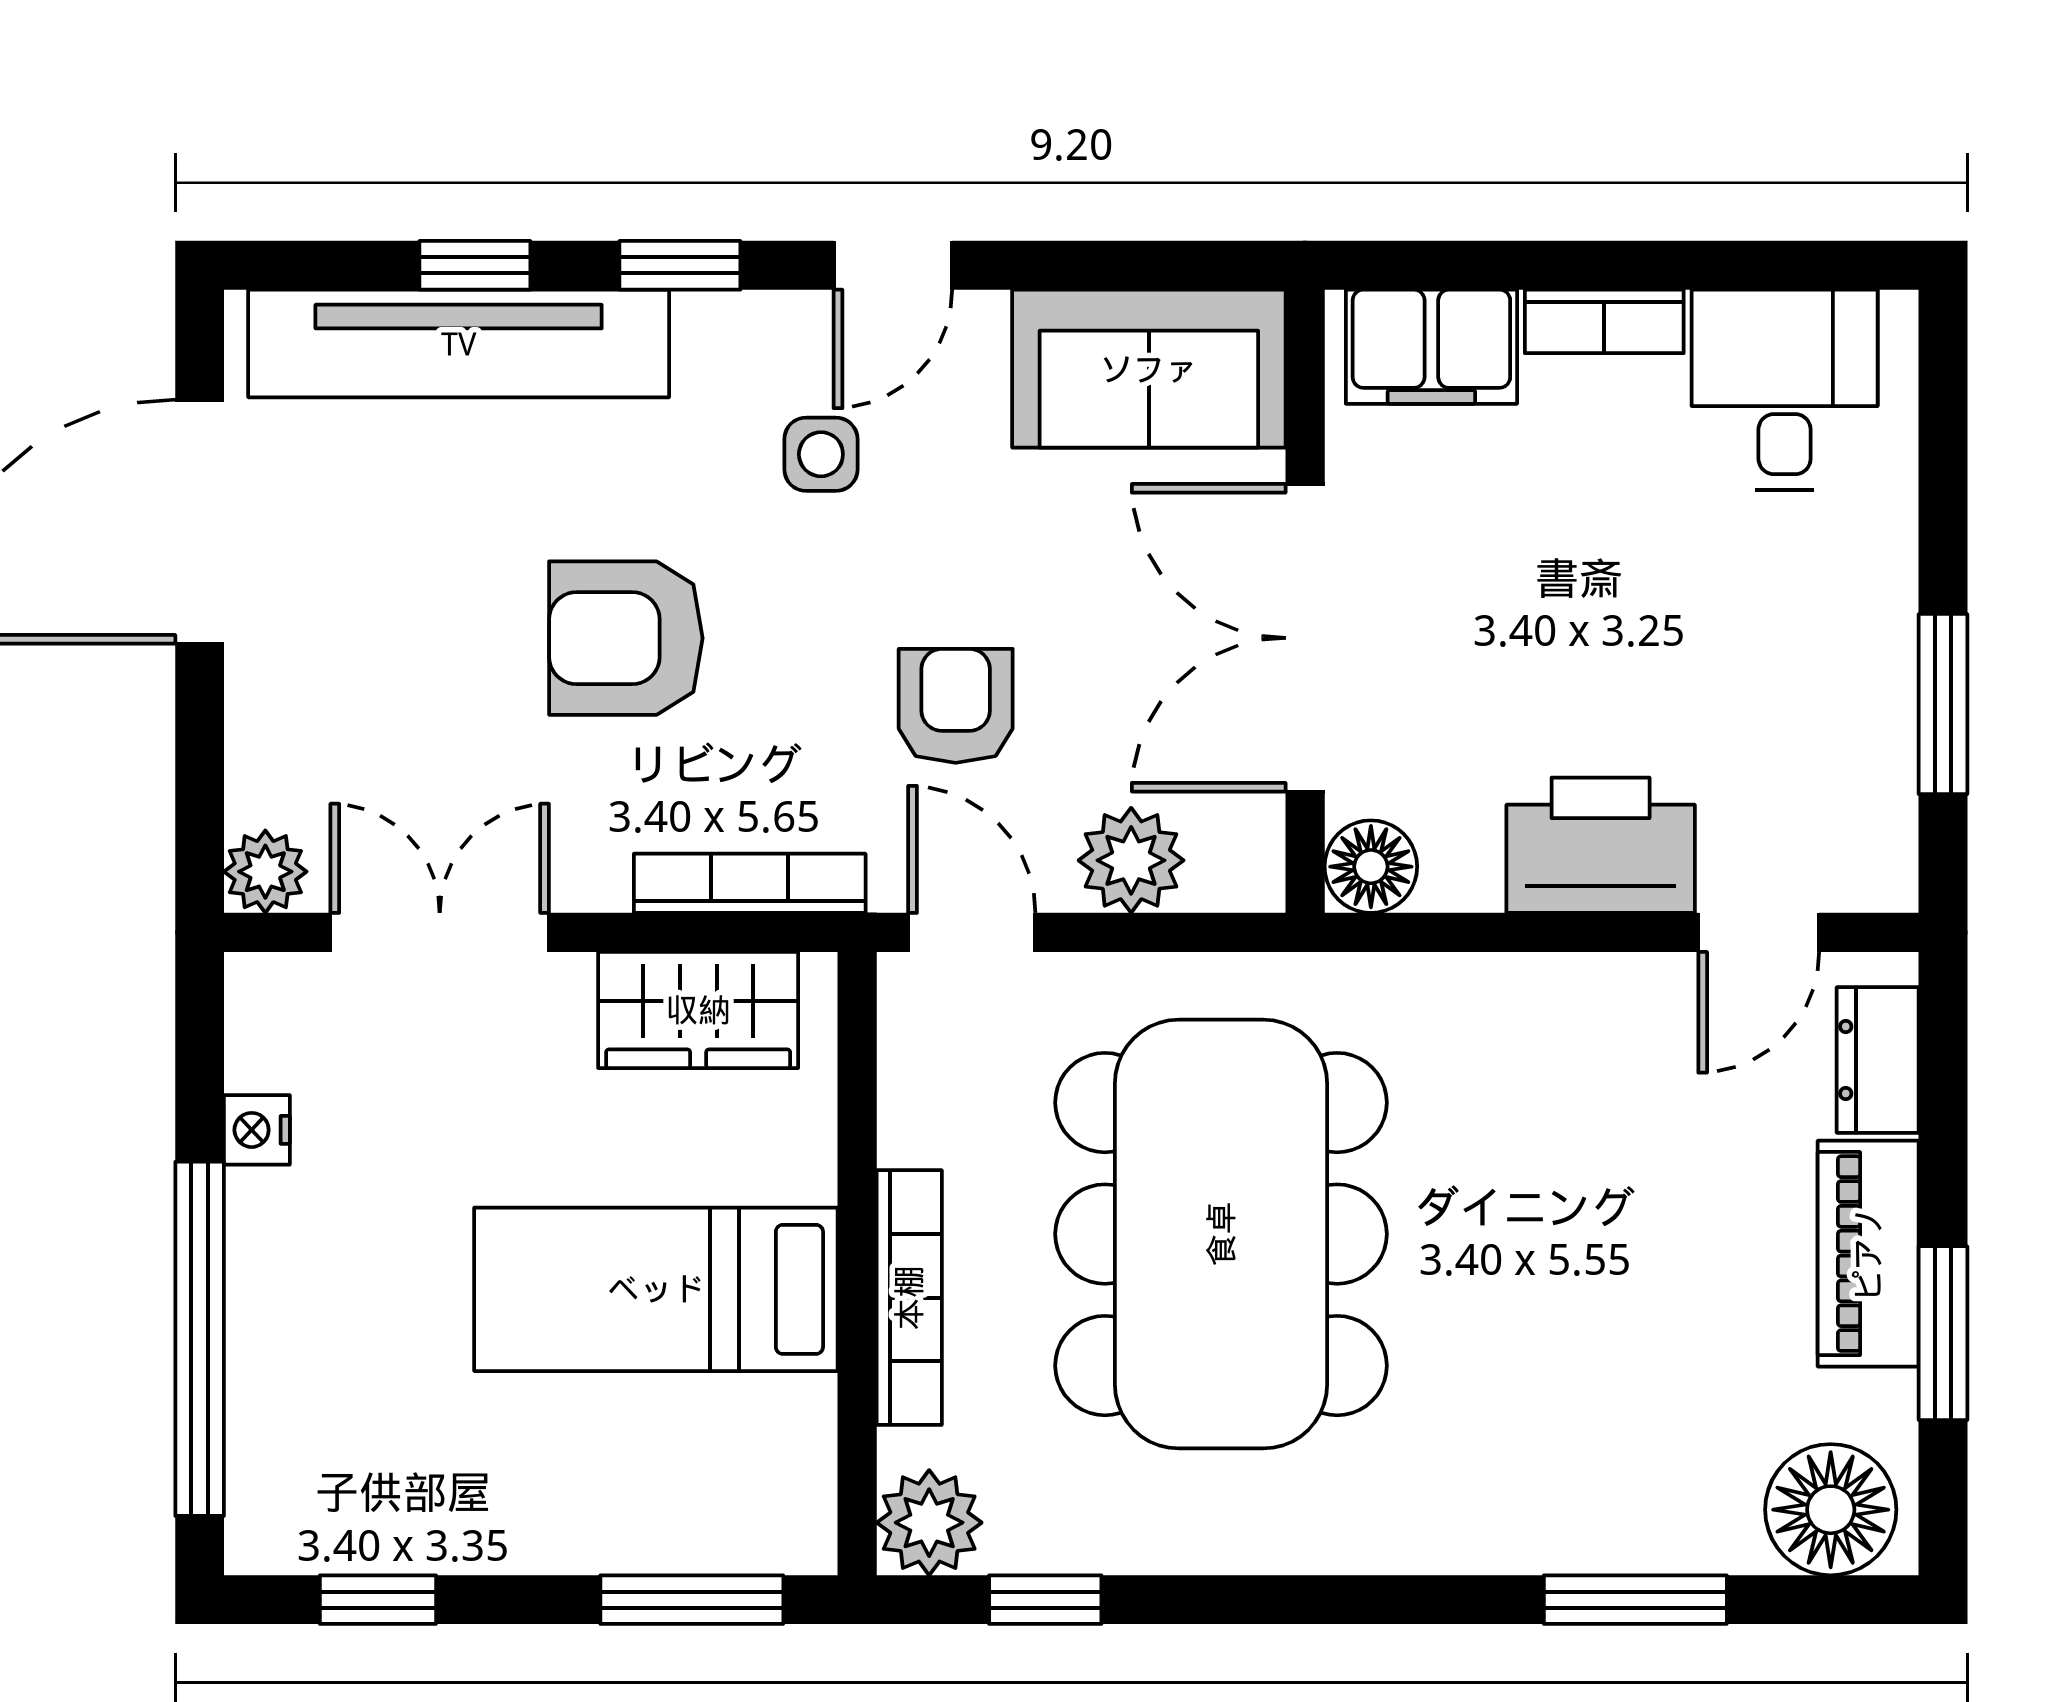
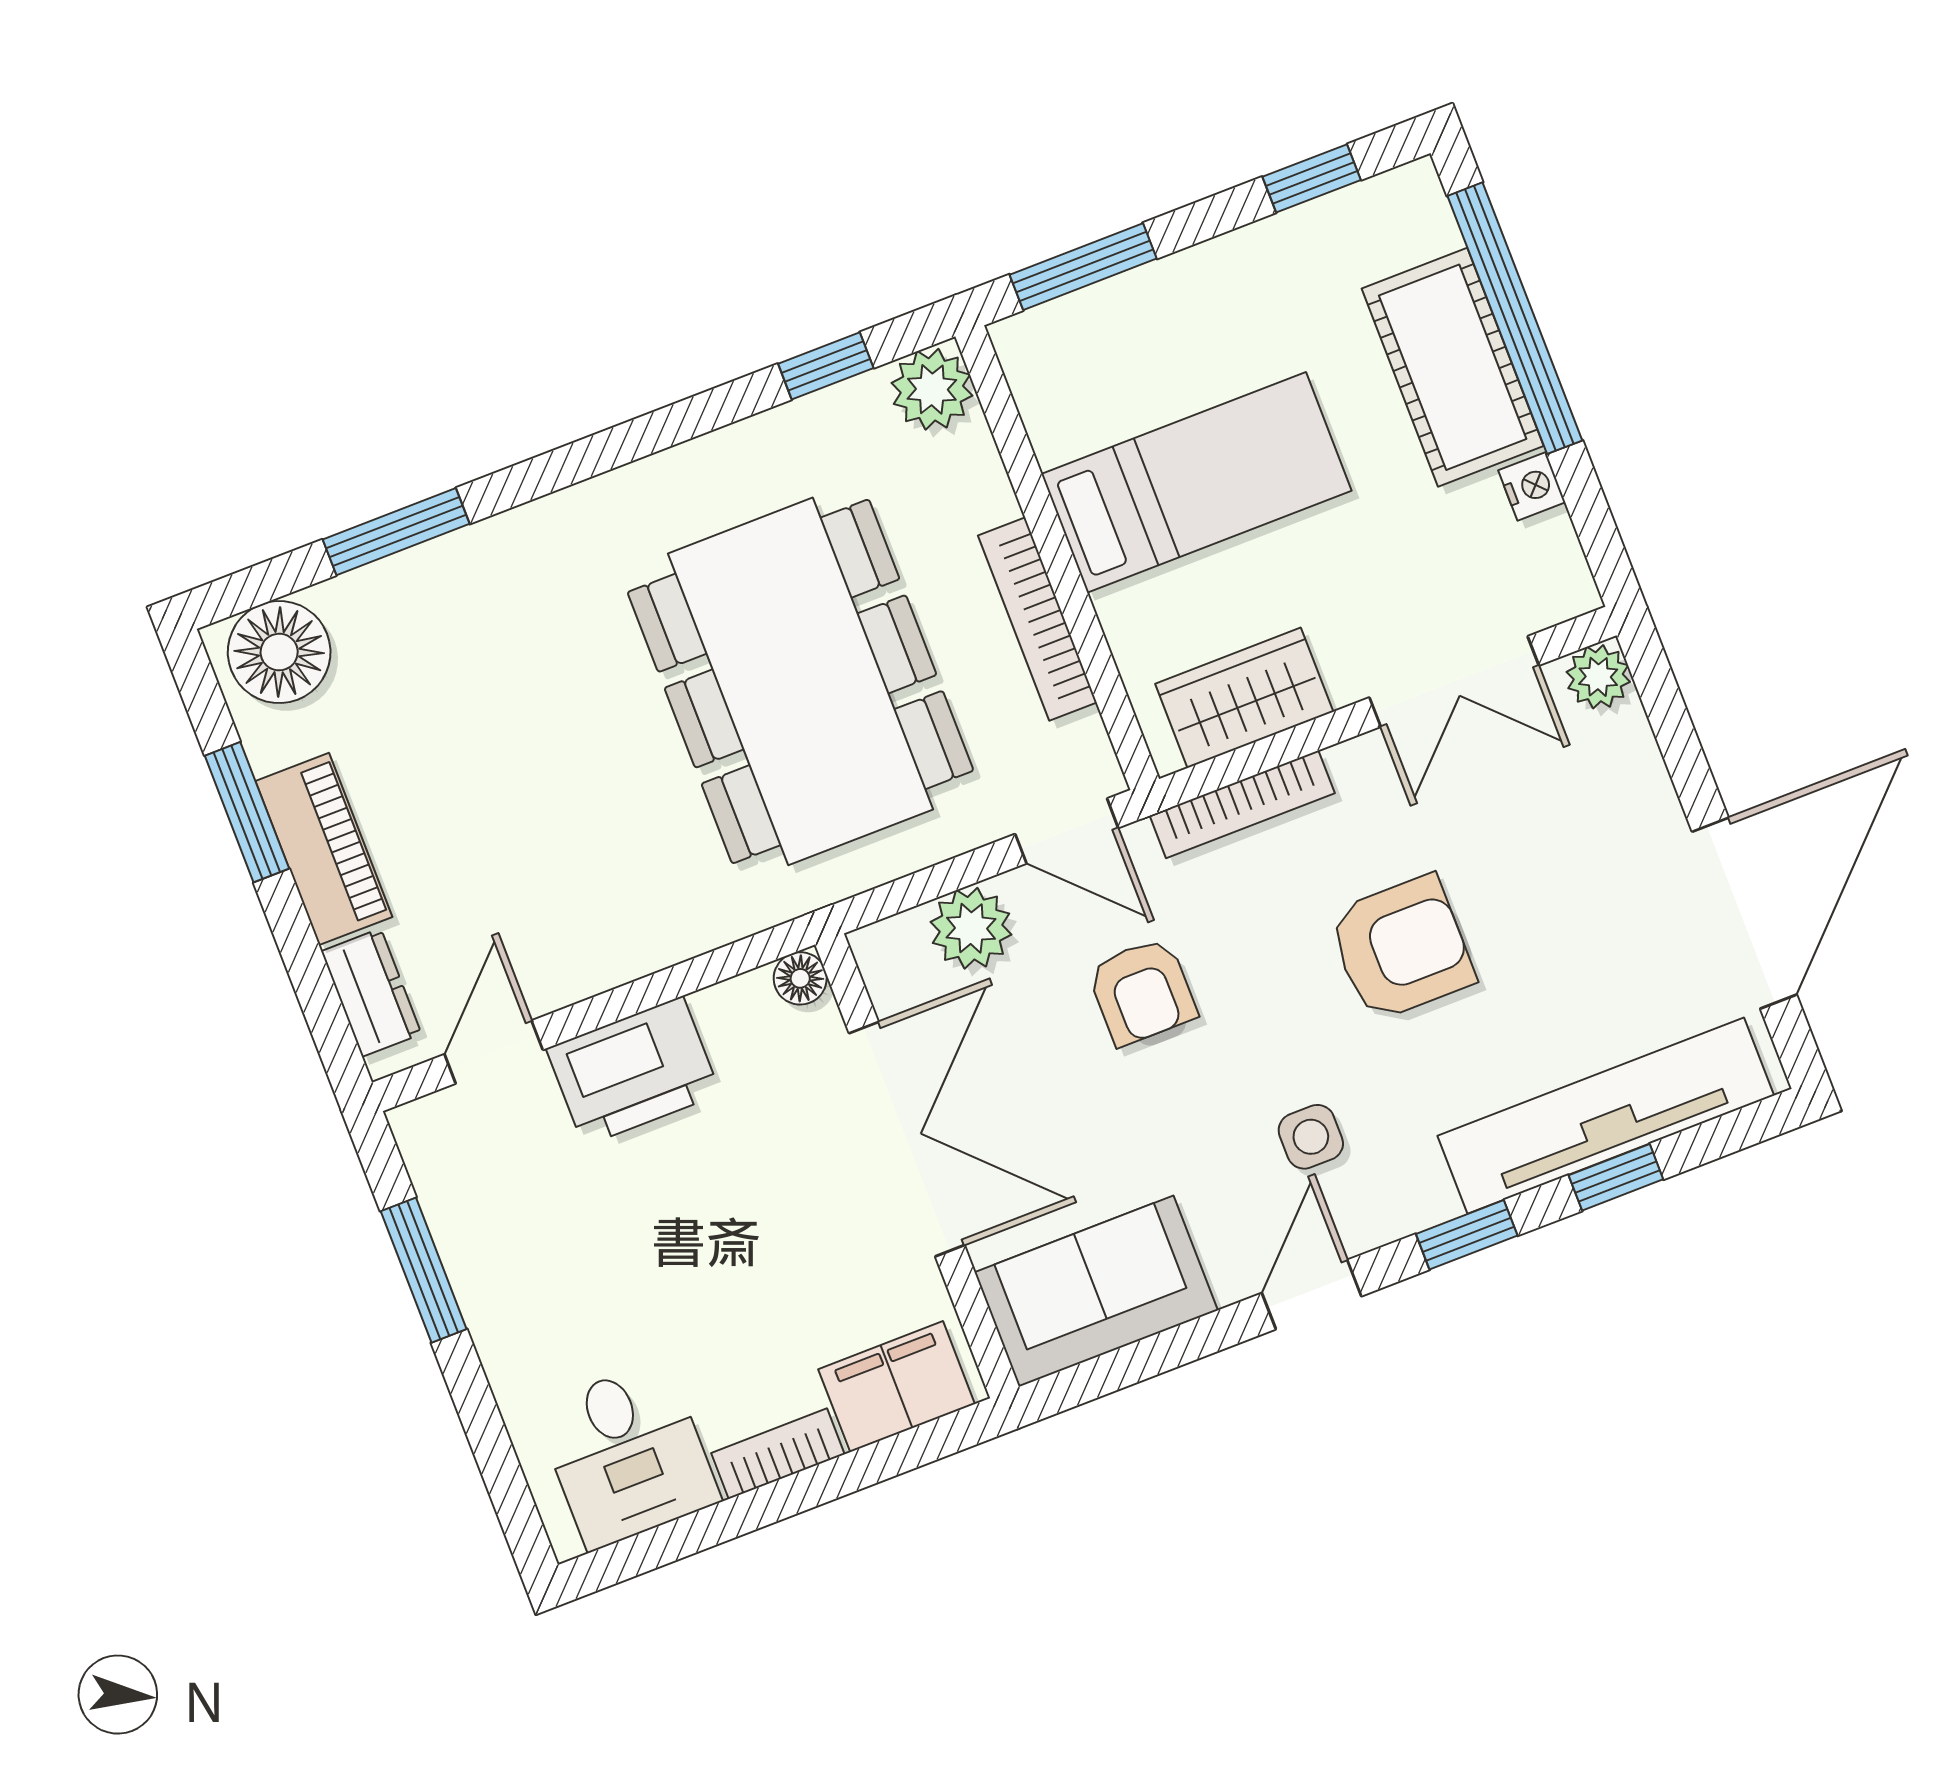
floor lamp: (1371, 867) -> (800, 978), width x0.73, depth x0.73
bookcase: (909, 1298) -> (1037, 619), moved
cot: (296, 1309) -> (1453, 367), added

